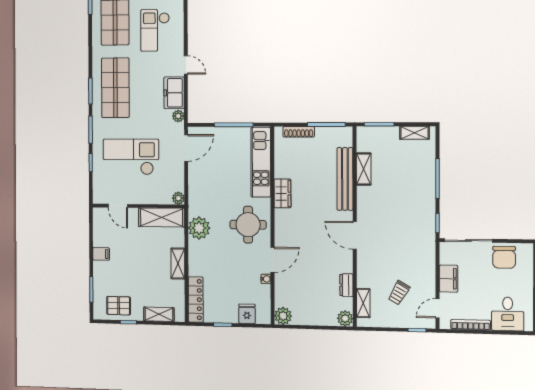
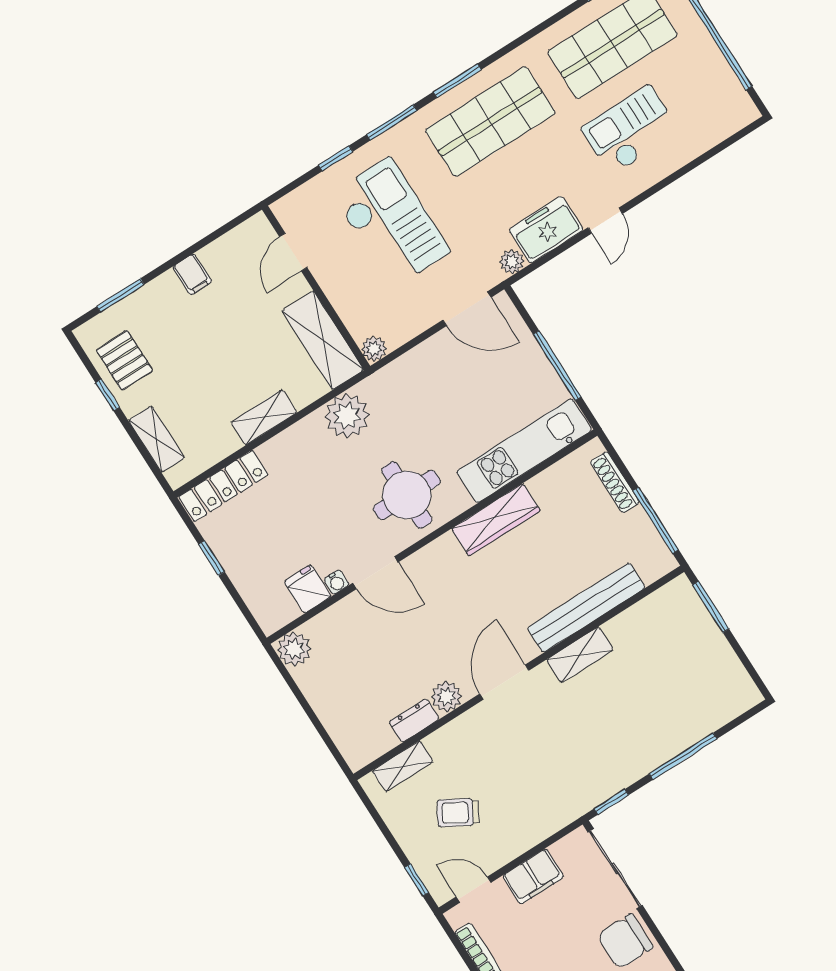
shelving: (414, 133) -> (733, 673), removed
shelving: (364, 169) -> (580, 655), moved
wardrobe: (282, 193) -> (496, 520), width x1.50
fridge: (247, 314) -> (307, 589), moved, turned -90
plant: (345, 318) -> (446, 697), moved

